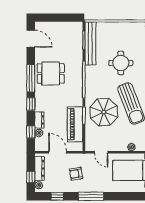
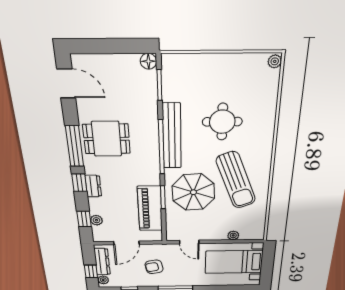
floor lamp: (78, 26) -> (148, 61), added
bench: (90, 43) -> (172, 136), moved
dresser: (39, 120) -> (93, 186), moved
door: (58, 152) -> (126, 243), swing flipped

